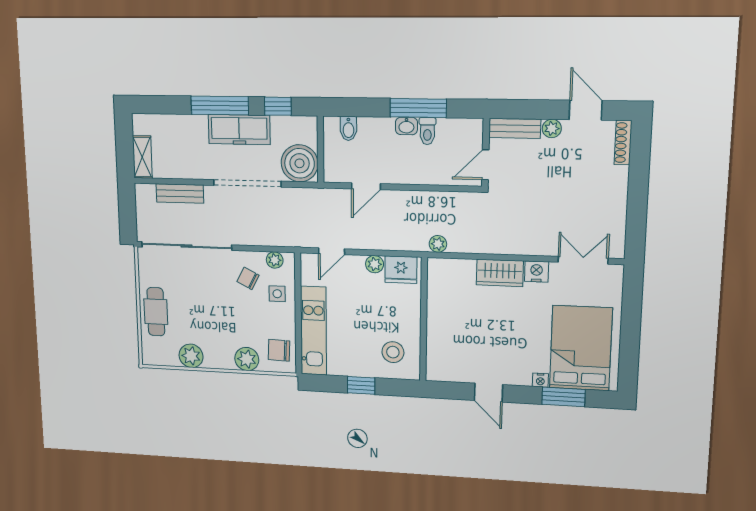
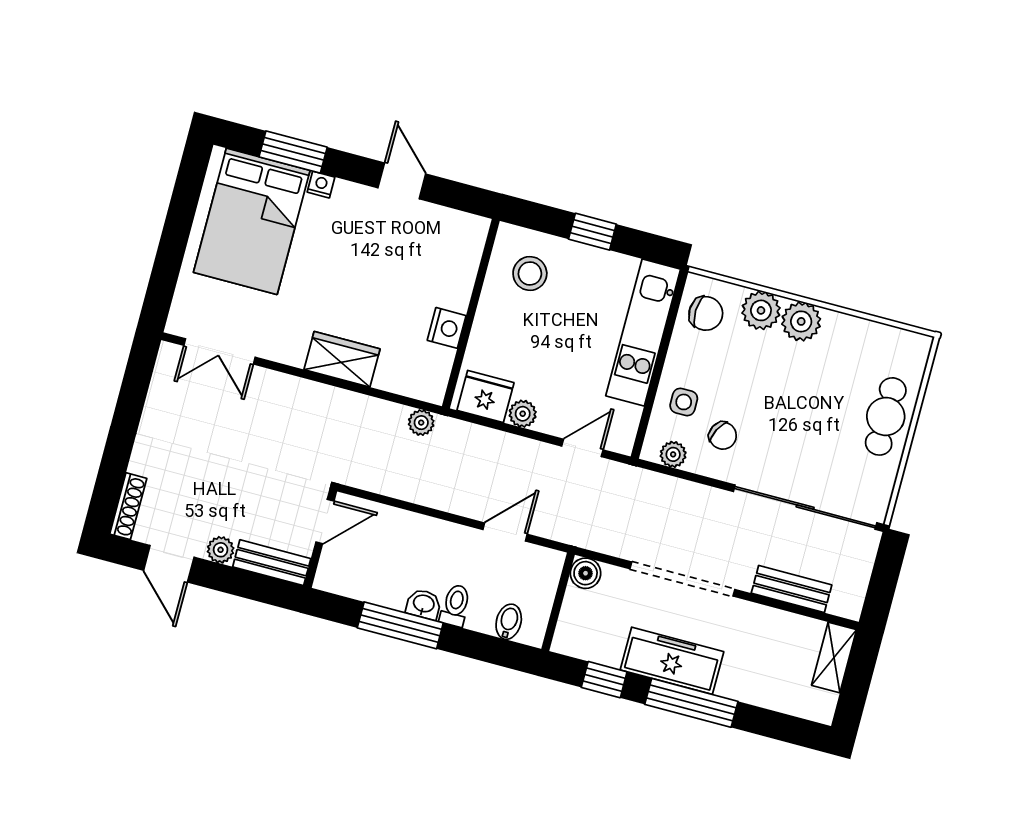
toilet: (427, 131) -> (455, 605), moved
boiler: (300, 163) -> (586, 573), width x0.54, depth x0.54
nightstand: (537, 272) -> (447, 328), moved, turned -90
plant: (191, 356) -> (801, 321), moved

